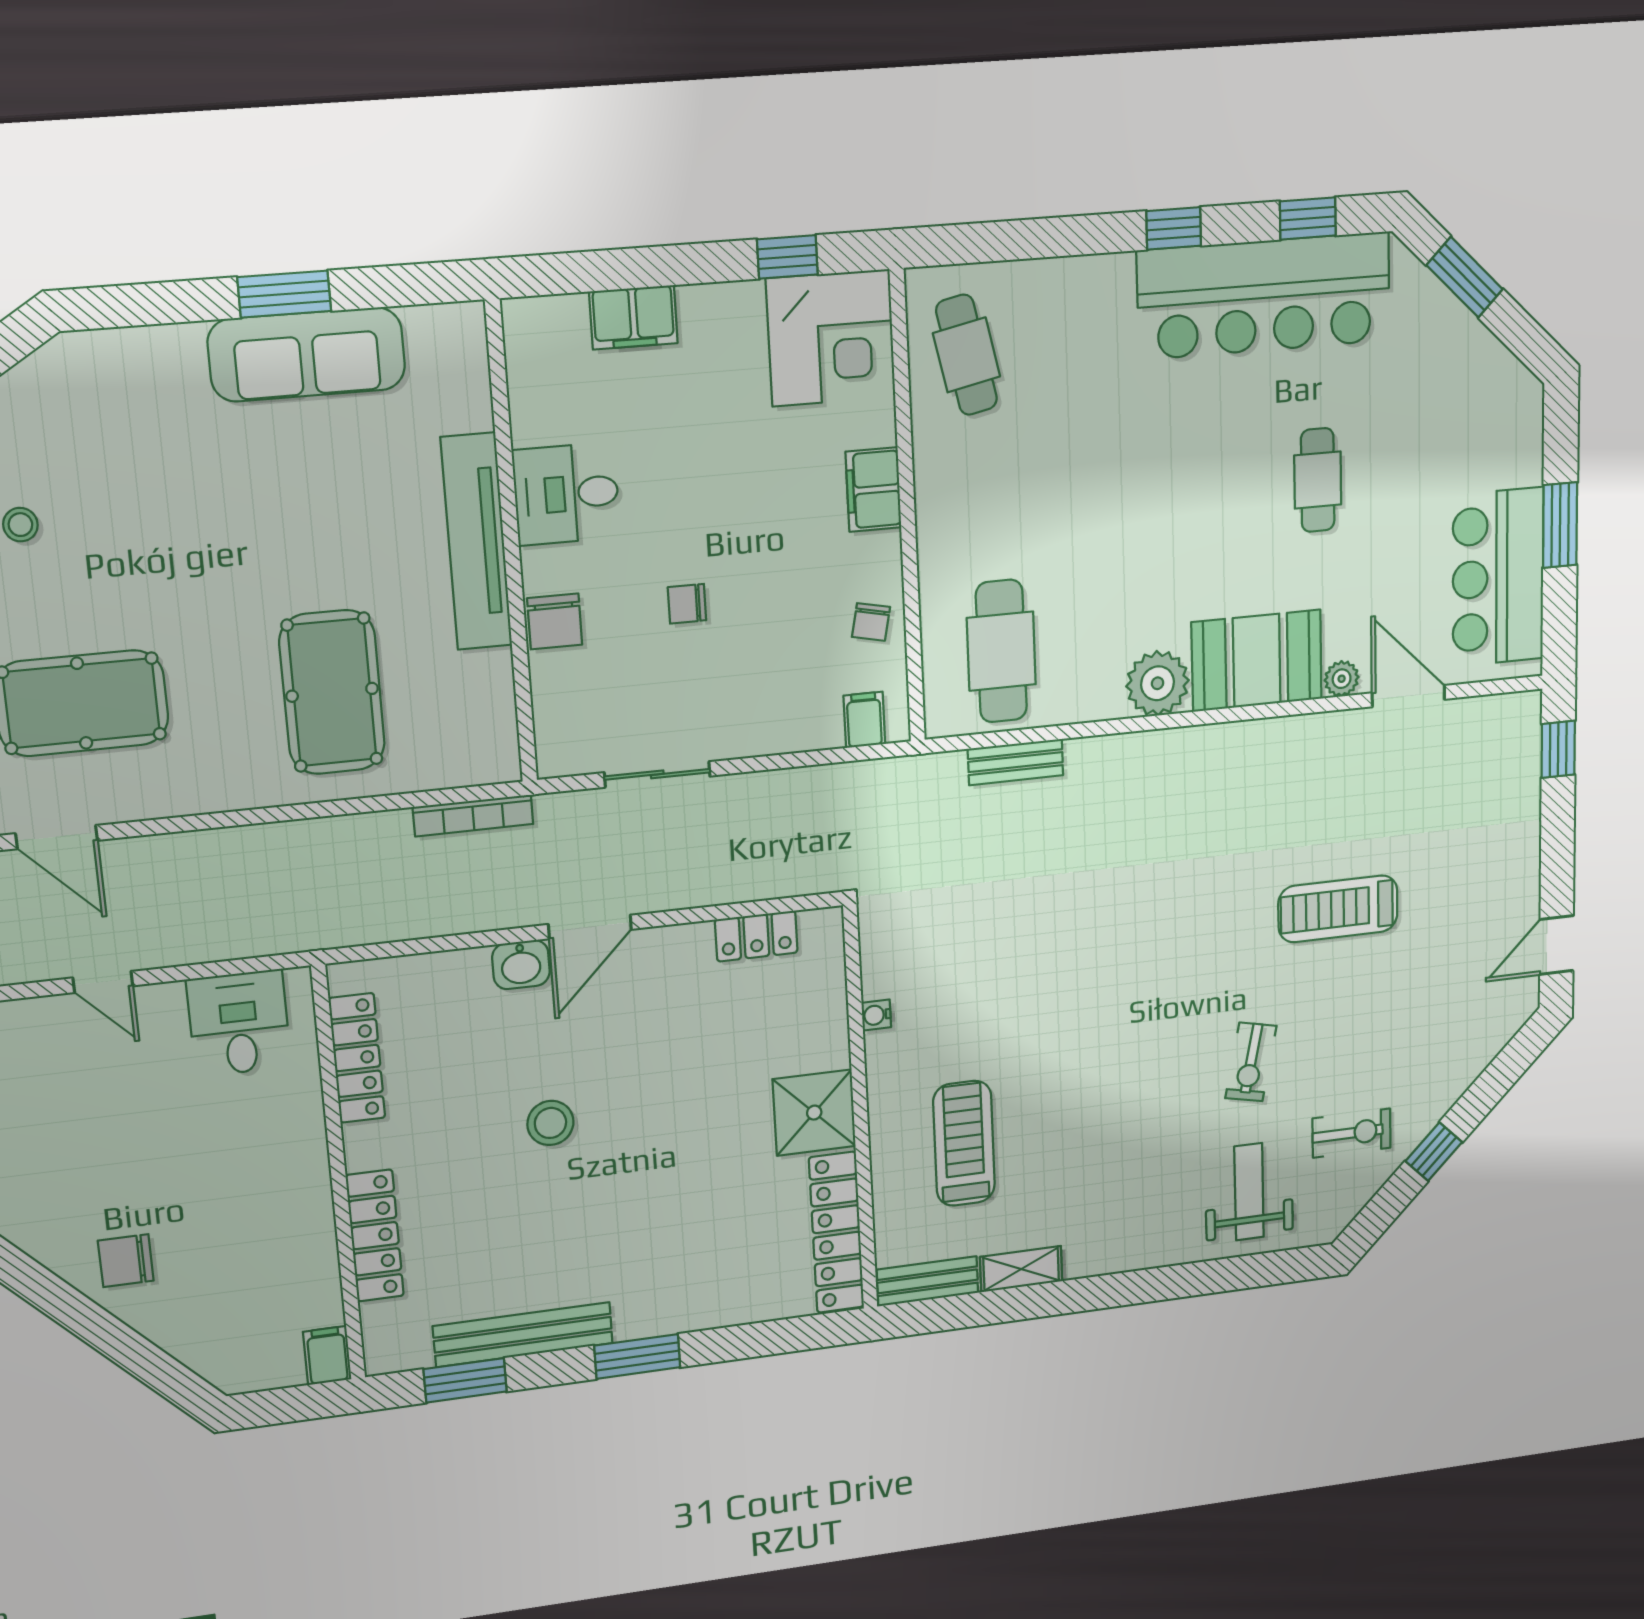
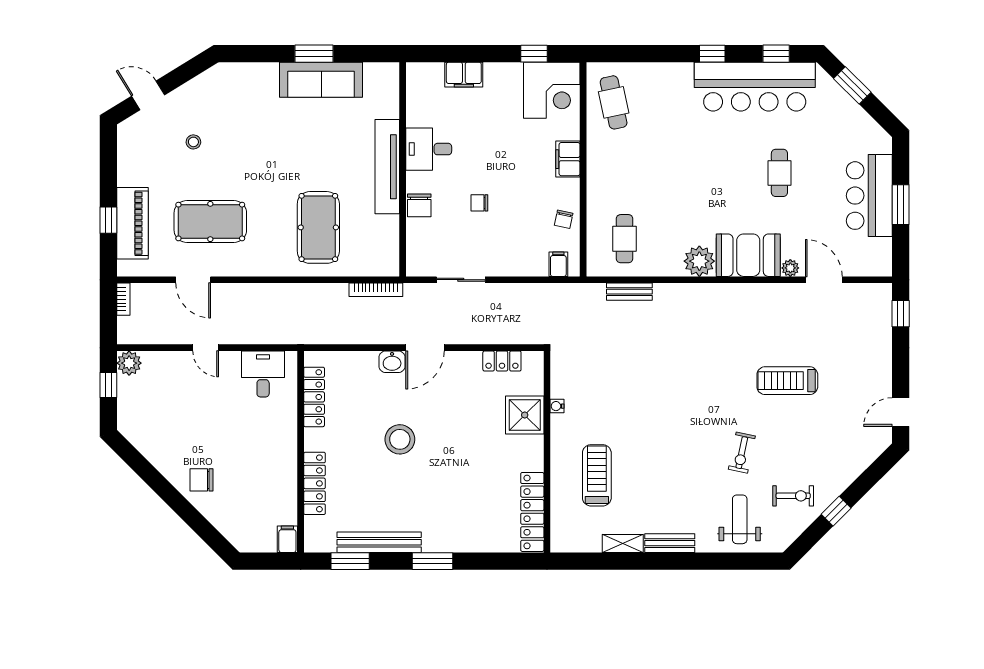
bar counter: (1498, 577) -> (869, 196), moved
cafe table: (1001, 651) -> (625, 239), width x0.73, depth x0.74
shower: (814, 1113) -> (525, 415), moved
stool: (550, 1123) -> (400, 439), width x1.38, depth x1.38
bench: (928, 1281) -> (670, 543), moved

